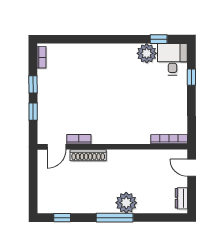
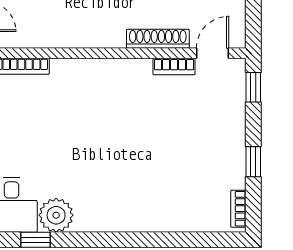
window: (33, 112) -> (253, 87), moved

